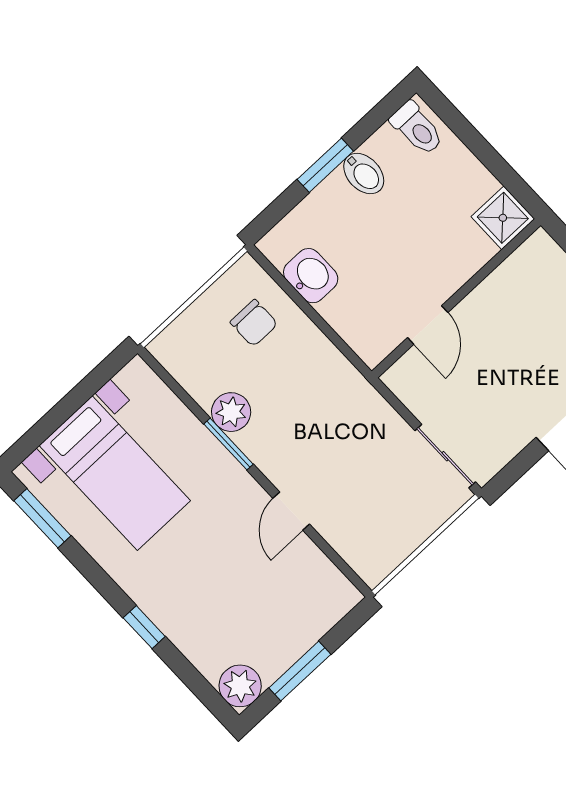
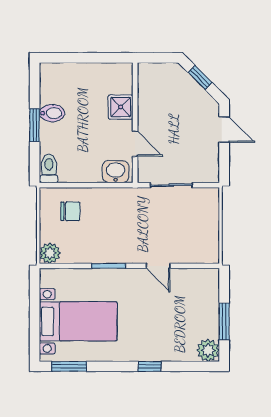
toilet: (417, 128) -> (49, 168), moved, turned -90
shower: (503, 218) -> (121, 107), moved
washbasin: (311, 276) -> (116, 172), moved
plant: (231, 412) -> (50, 253), moved
sliding door: (445, 456) -> (171, 185), moved

